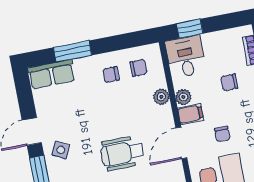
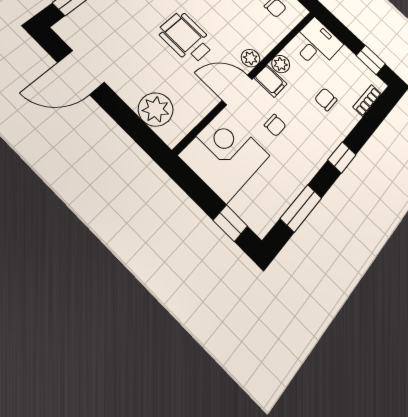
window: (190, 29) -> (371, 60), moved
plant: (161, 97) -> (250, 58), moved
chair: (222, 134) -> (275, 125), turned -90

